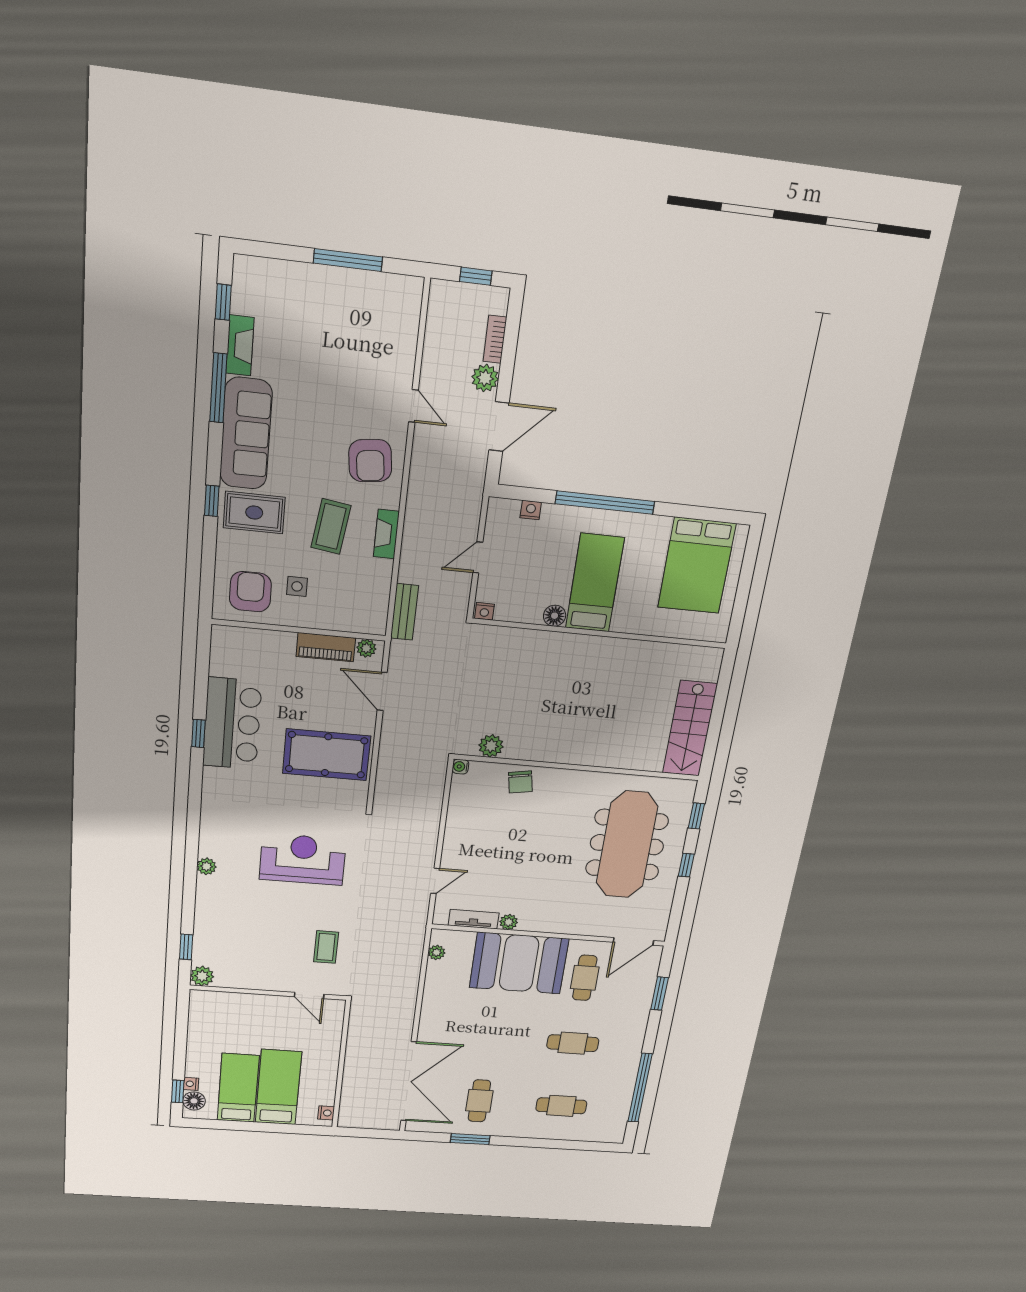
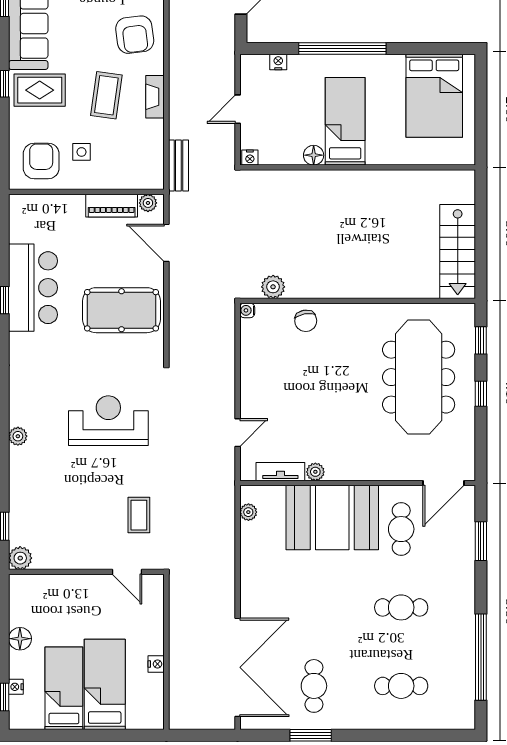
floor lamp: (194, 1101) -> (20, 639), moved
nightstand: (326, 1113) -> (156, 664), moved

